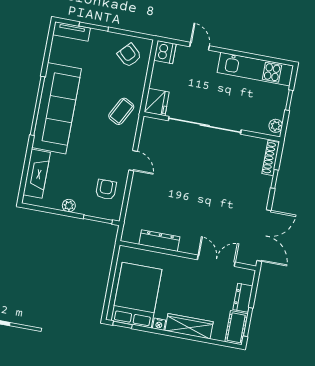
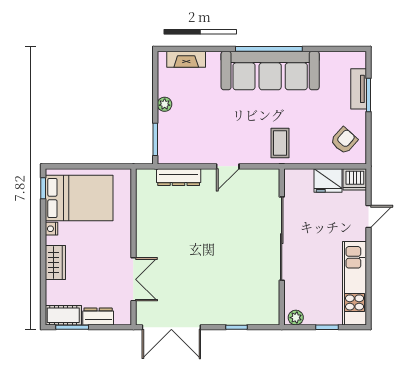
tv unit: (72, 31) -> (359, 89), moved
fridge: (157, 102) -> (328, 180), moved
coffee table: (121, 111) -> (280, 143), turned 62
shoe rack: (271, 158) -> (259, 319), removed
fireplace: (37, 174) -> (186, 59), width x0.73, depth x0.76
armchair: (106, 189) -> (190, 142), removed
dresser: (159, 241) -> (179, 177), moved, turned 90
wardrobe: (189, 326) -> (55, 262), width x0.67

